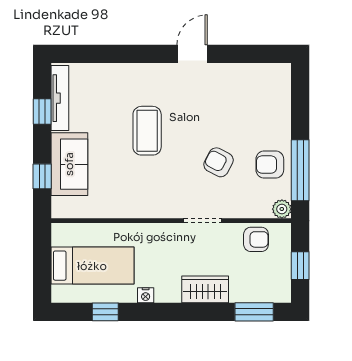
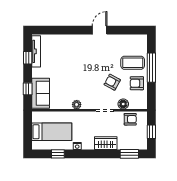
coffee table: (147, 131) -> (133, 63), moved, turned 90
sofa: (69, 164) -> (41, 93), moved
window: (300, 170) -> (151, 68), moved
floor lamp: (241, 208) -> (123, 104), added
plant: (282, 209) -> (77, 105), moved

